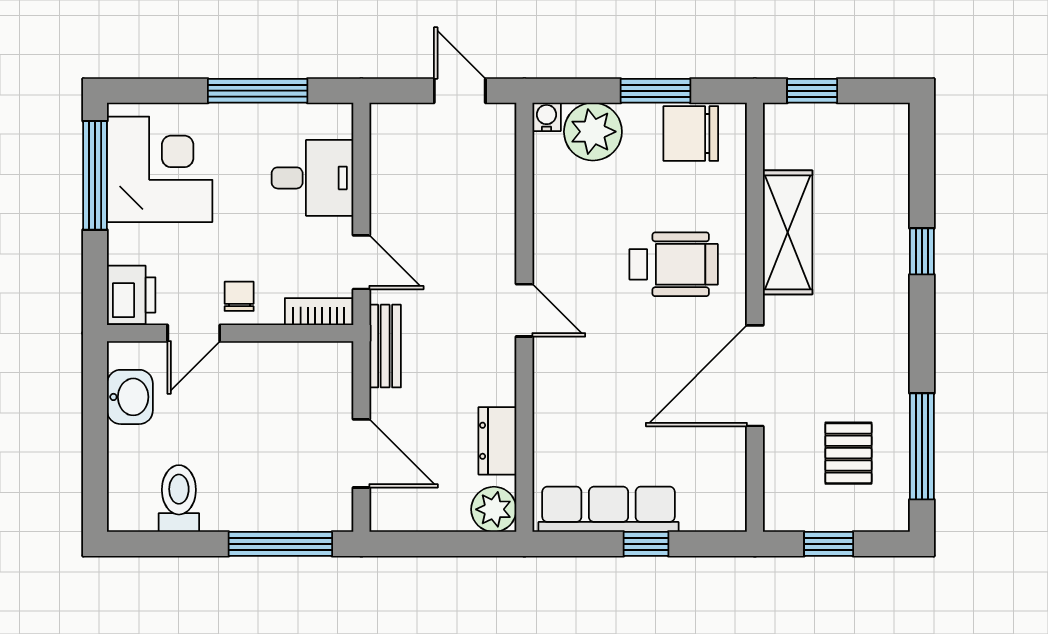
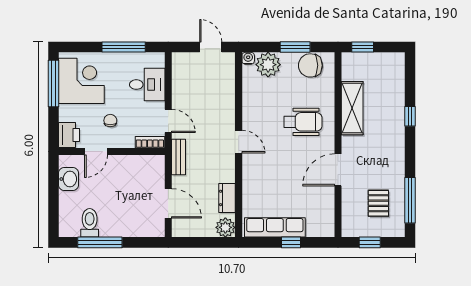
chair: (239, 296) -> (110, 121), moved
door: (755, 376) -> (338, 170), width x0.73
window: (280, 544) -> (100, 242), moved

